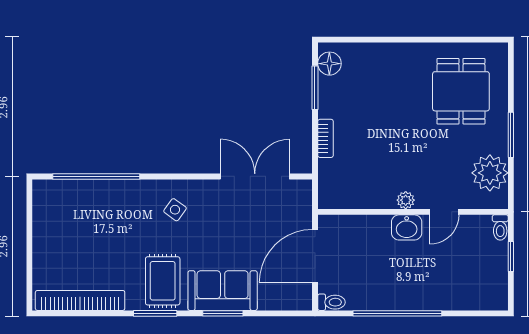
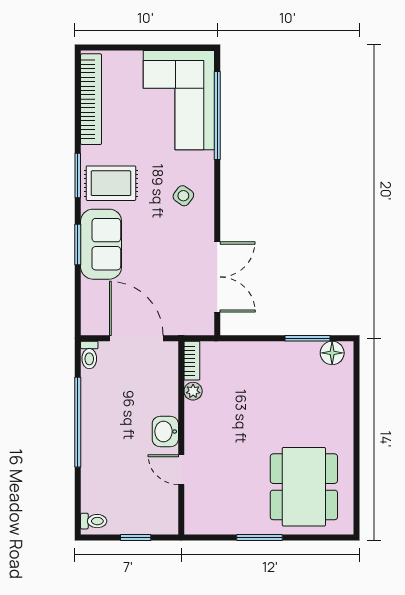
dining table: (461, 91) -> (304, 487), width x1.37
bookcase: (326, 138) -> (192, 361), moved, turned -90
plant: (490, 173) -> (221, 516), removed
plant: (406, 200) -> (193, 391), moved
corner sofa: (81, 214) -> (179, 100), added
toilet: (500, 227) -> (94, 521), moved, turned 180

